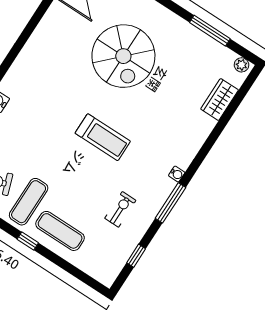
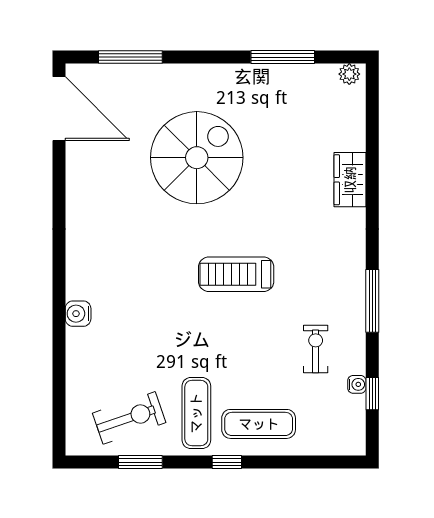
spiral stairs: (123, 56) -> (197, 158), turned -90
wardrobe: (220, 100) -> (350, 180), moved
treadmill: (103, 137) -> (236, 274), turned 180
water cooler: (177, 174) -> (357, 384), moved

